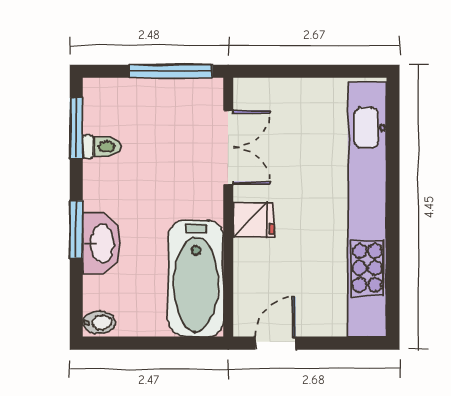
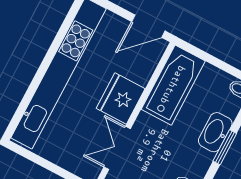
fridge: (254, 220) -> (121, 98), width x1.88, depth x1.34
door: (275, 343) -> (148, 26), width x1.38

